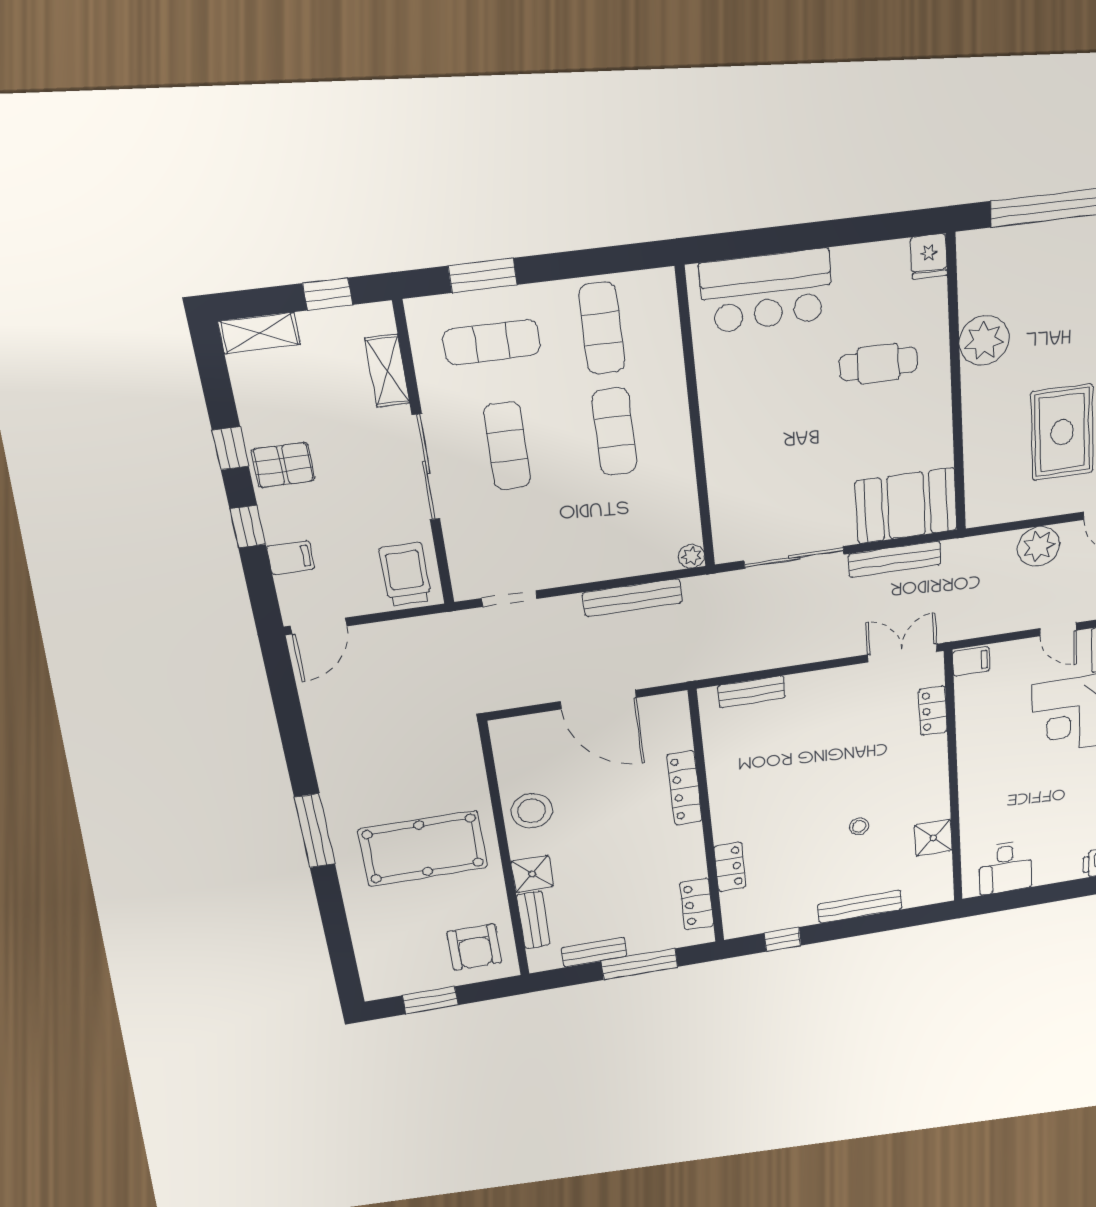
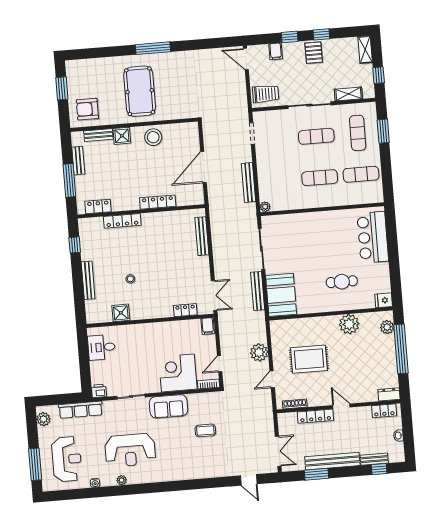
plant: (997, 245) -> (387, 327), added
cafe table: (878, 364) -> (342, 282), turned 90
bench: (751, 692) -> (202, 236), width x1.36
locker: (730, 867) -> (122, 221), width x1.53

